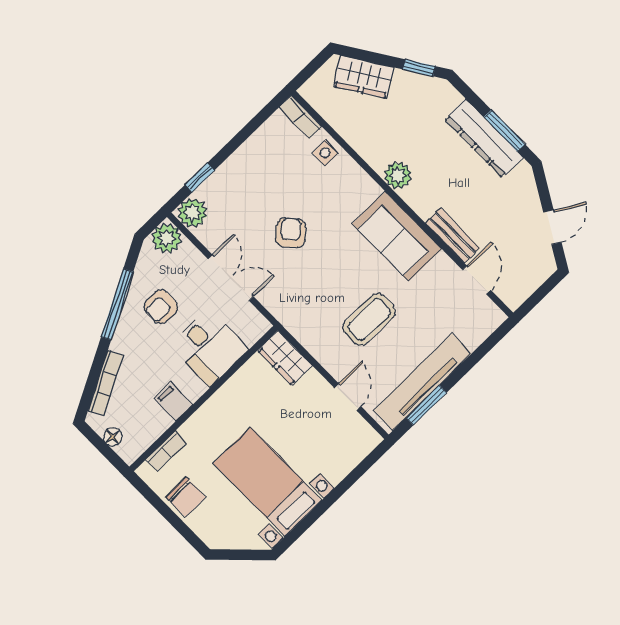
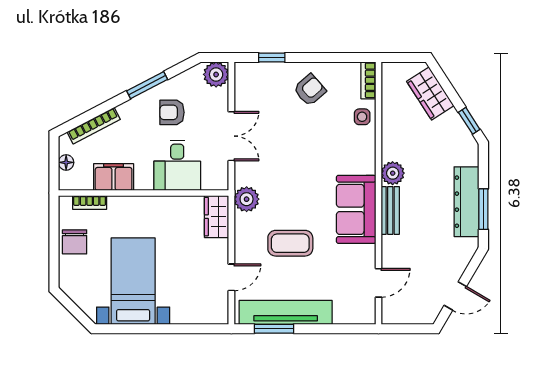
plant: (192, 213) -> (247, 199), moved
armchair: (291, 233) -> (310, 90), moved
bench: (453, 236) -> (390, 210), moved
window: (117, 304) -> (147, 85), width x0.69
filing cabinet: (173, 402) -> (114, 177), width x2.00

